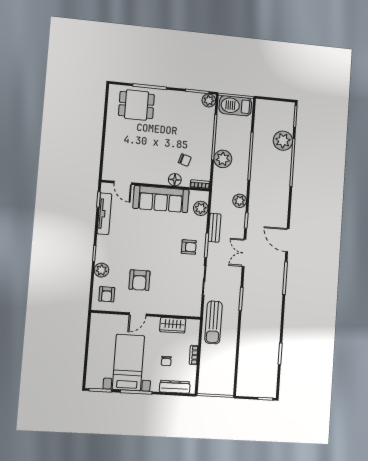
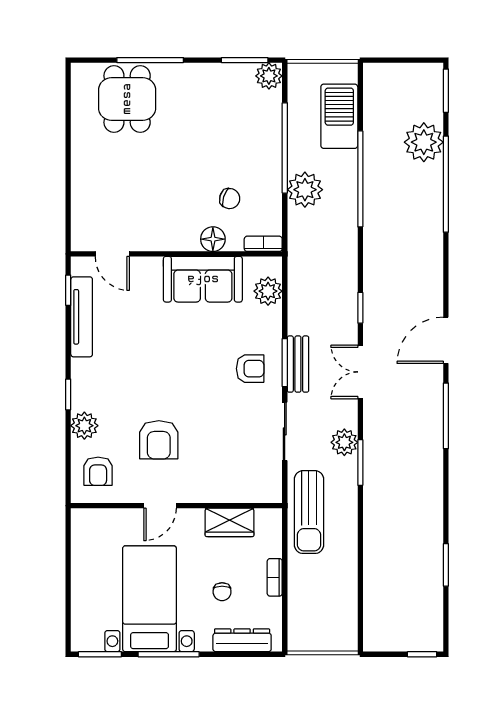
dining table: (136, 105) -> (127, 99), turned 90
barbecue: (235, 106) -> (339, 116), moved, turned 90
sofa: (161, 199) -> (203, 279), width x0.73
plant: (240, 201) -> (344, 442), moved
bench: (215, 228) -> (298, 364), moved
door: (287, 240) -> (446, 340), hinge flipped

